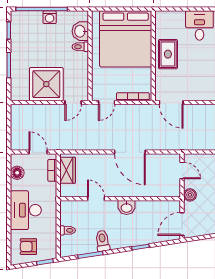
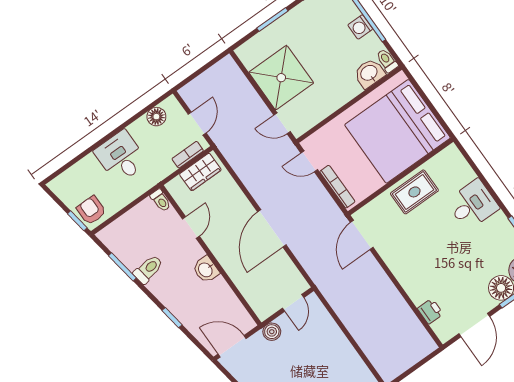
toilet: (80, 47) -> (387, 61), moved
desk: (26, 210) -> (121, 157), width x0.73
toilet: (68, 230) -> (161, 200), moved
armchair: (28, 247) -> (91, 210), moved

